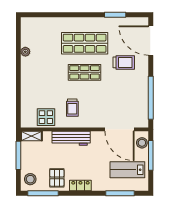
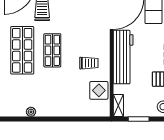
workbench: (71, 138) -> (123, 57), width x1.36, depth x1.32
window: (18, 155) -> (139, 119), width x0.69

